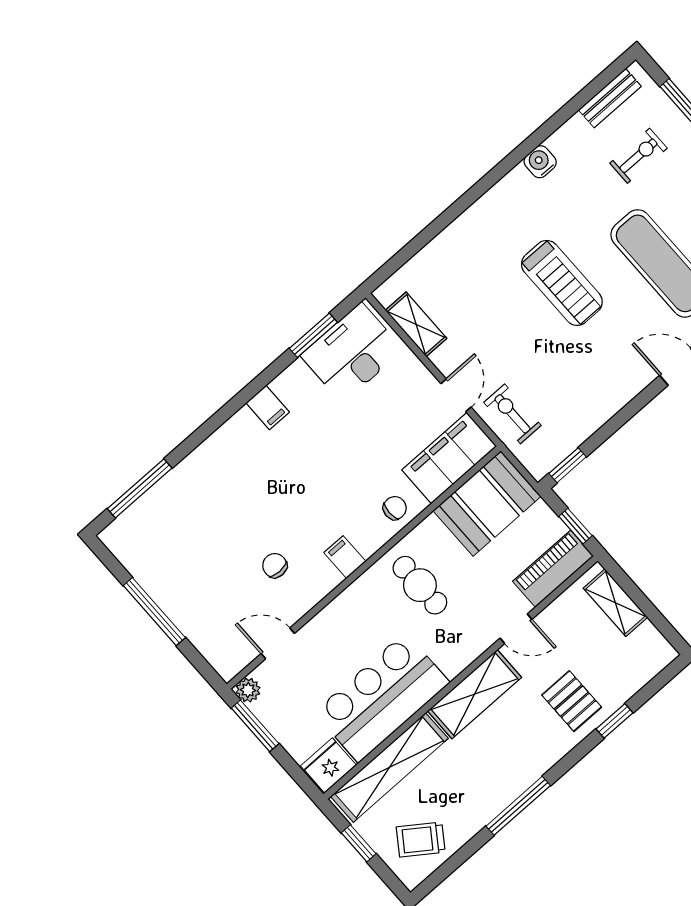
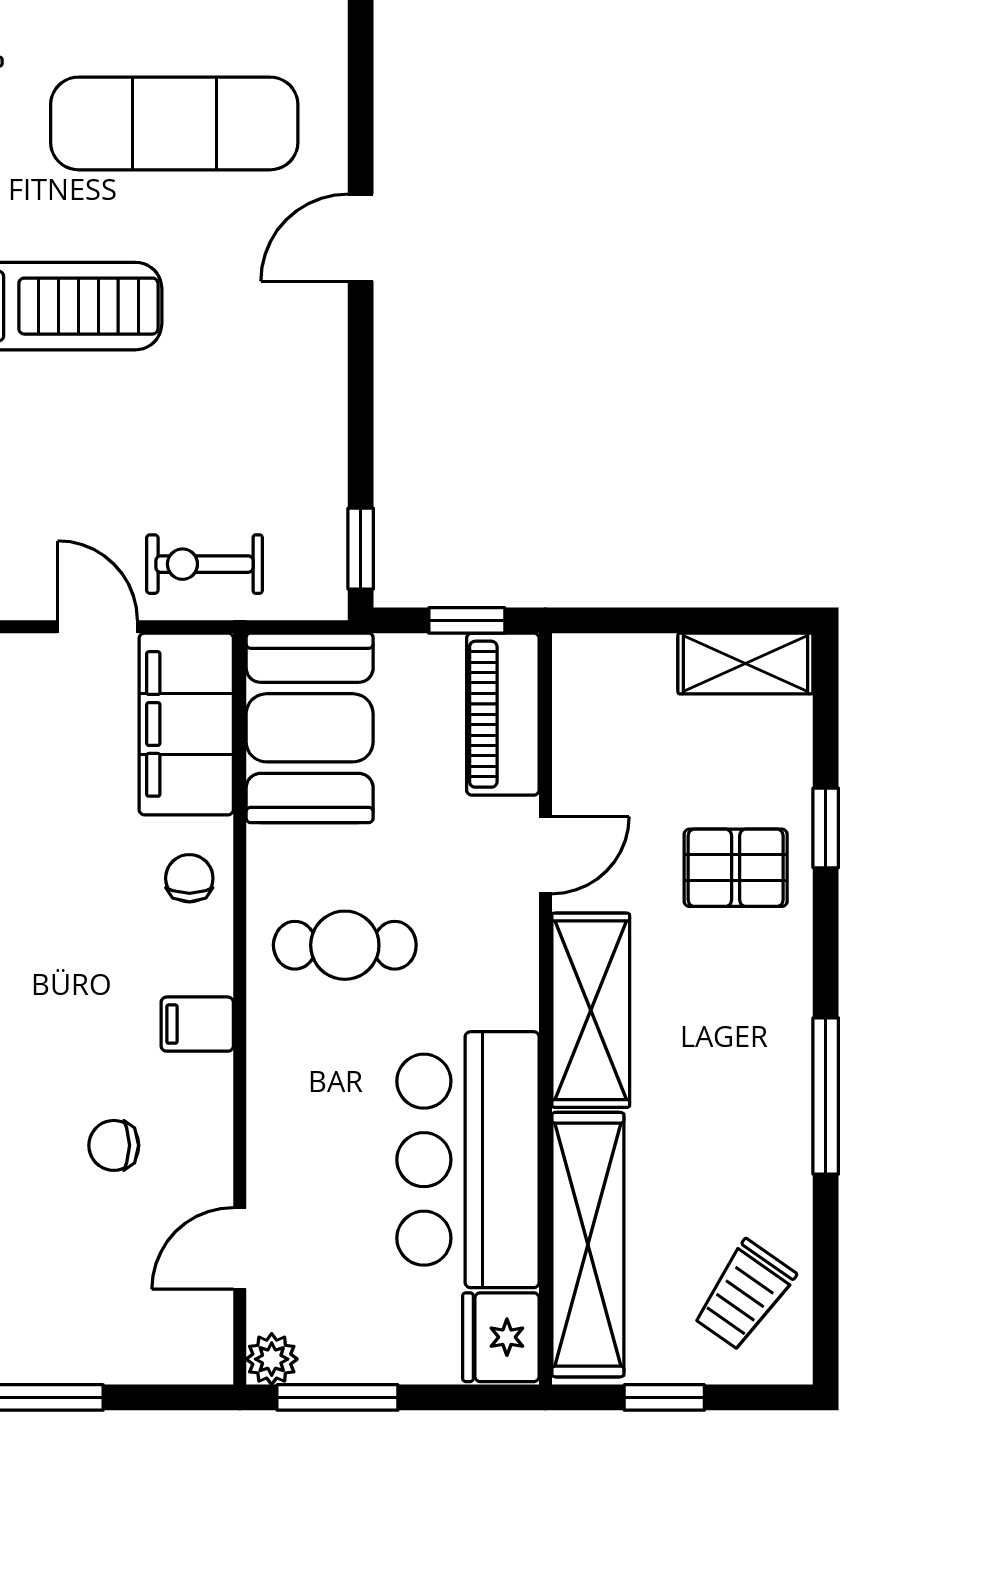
shelving: (615, 603) -> (745, 663), moved

